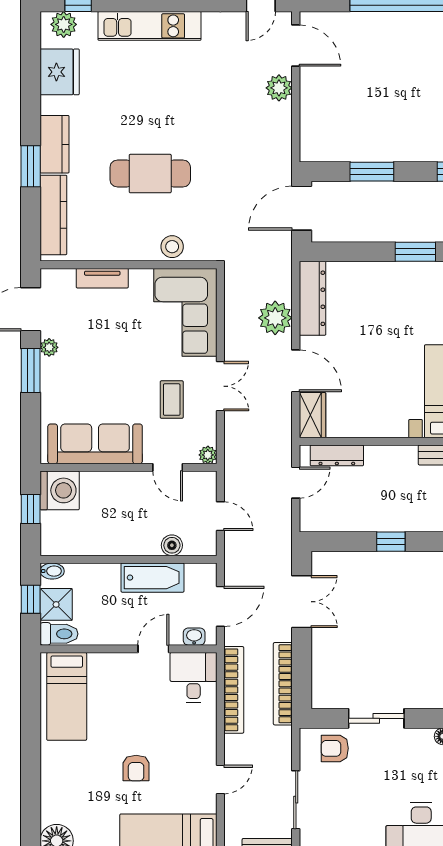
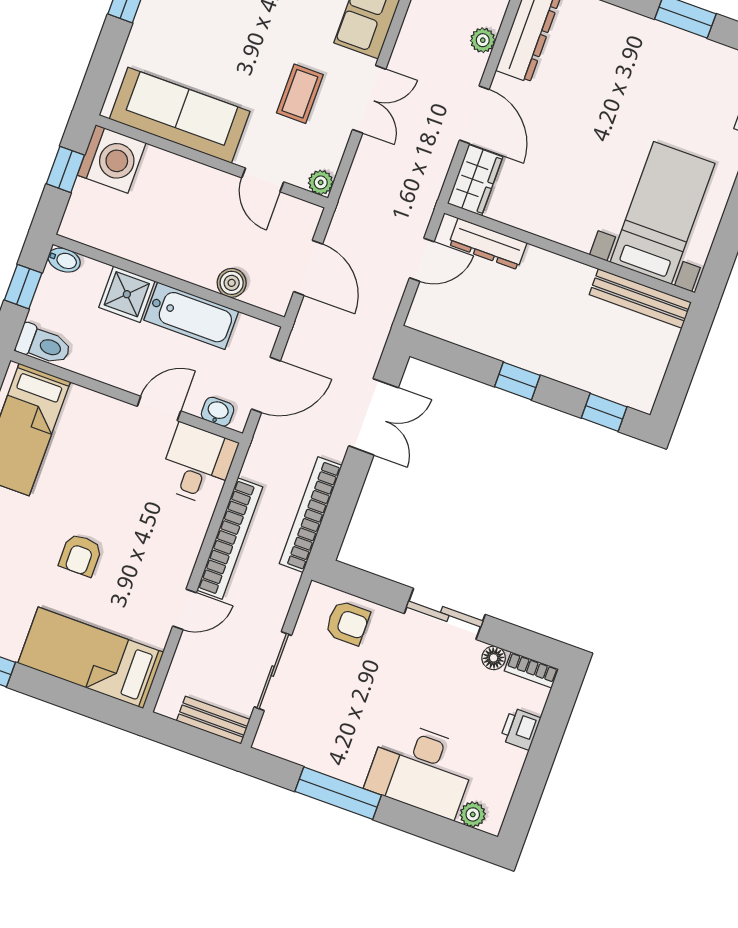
plant: (275, 318) -> (483, 40), width x0.53, depth x0.53
door: (220, 516) -> (308, 268), width x1.38
shower: (56, 604) -> (127, 294), moved
bookcase: (234, 690) -> (230, 539), moved
sliding door: (376, 718) -> (445, 614), moved
armchair: (335, 748) -> (347, 623), turned 180

